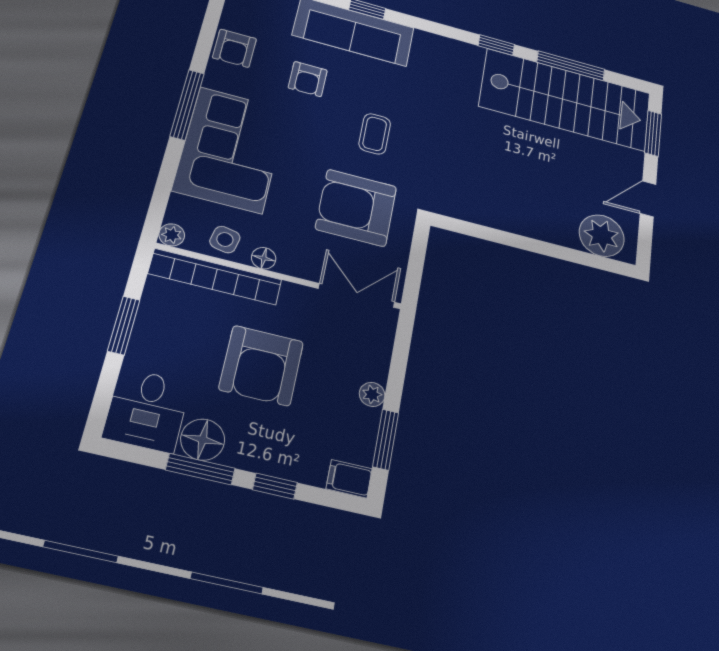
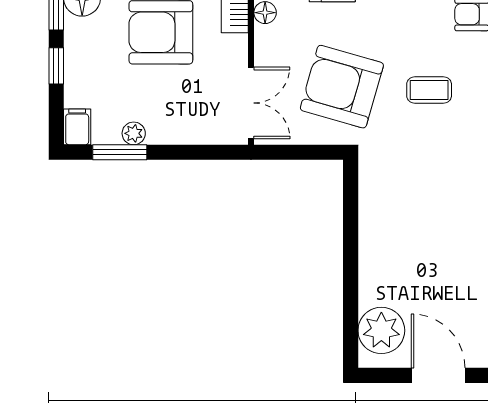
door: (648, 199) -> (438, 375), width x1.38
armchair: (356, 208) -> (342, 87), turned -74
plant: (372, 394) -> (134, 133), moved

